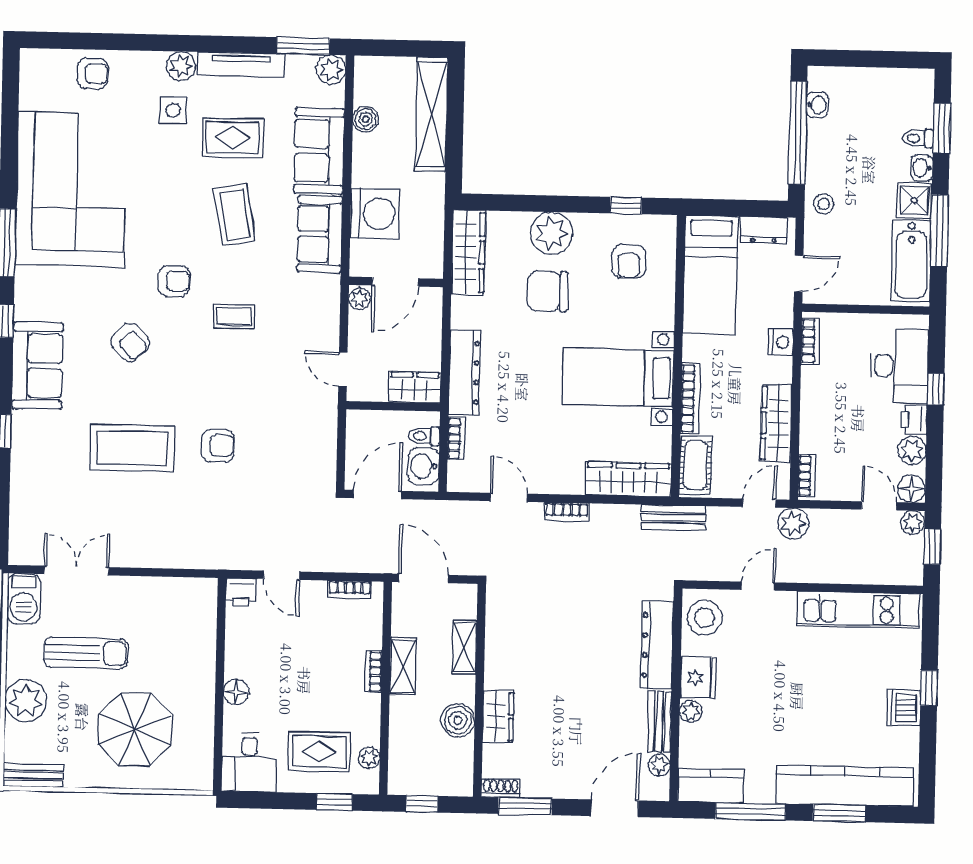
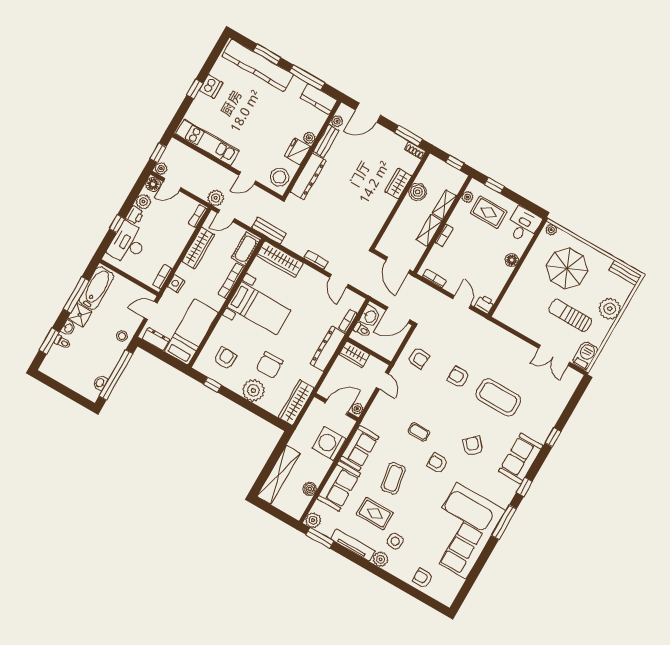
chair: (548, 291) -> (270, 365), turned 88
armchair: (303, 440) -> (418, 358), added
door: (879, 506) -> (172, 185), hinge flipped
shelving: (464, 647) -> (444, 205), moved
plant: (197, 780) -> (551, 230), added

